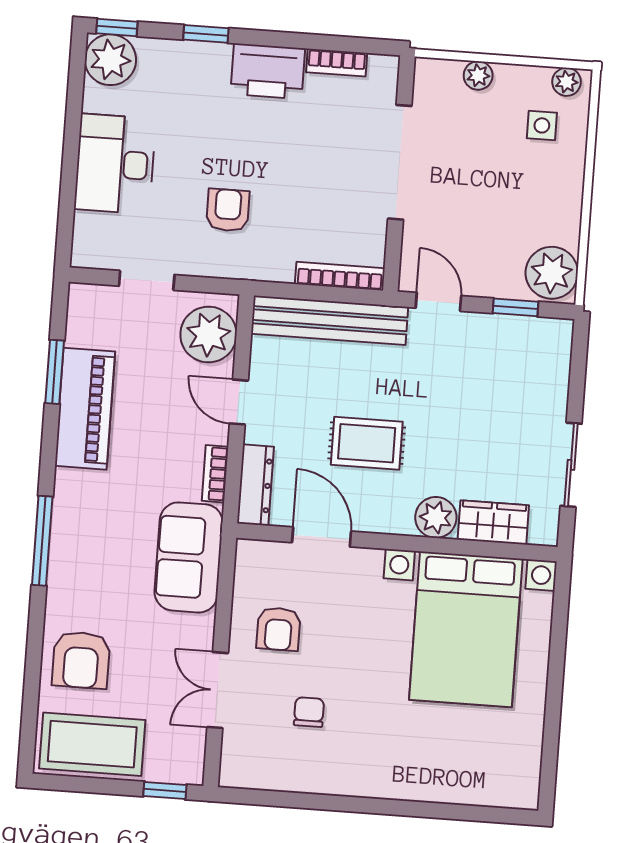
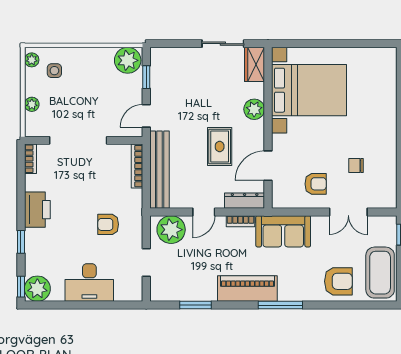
bookcase: (337, 63) -> (31, 159), moved
piano: (85, 409) -> (247, 289), moved
wardrobe: (493, 522) -> (255, 64), moved

